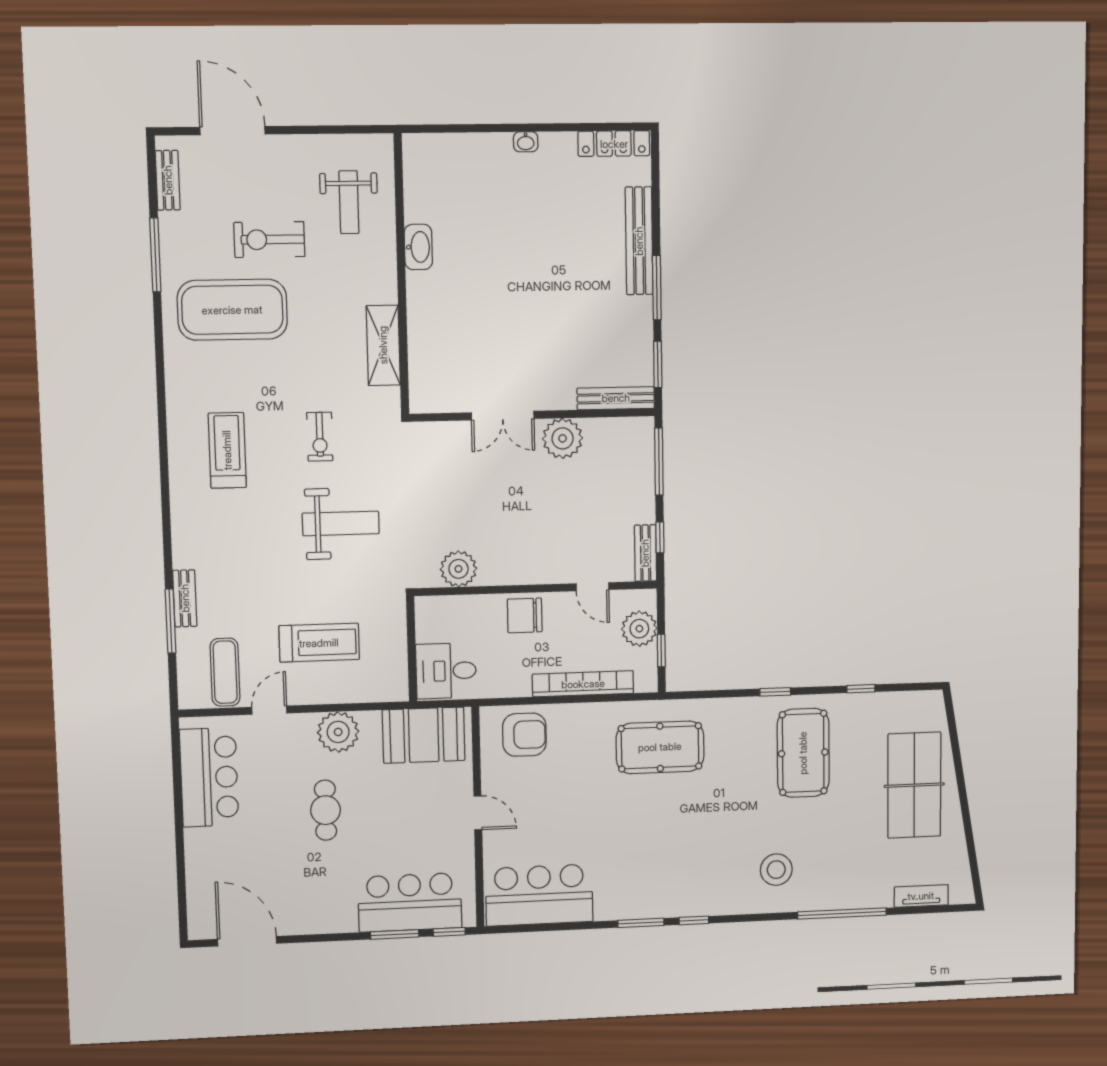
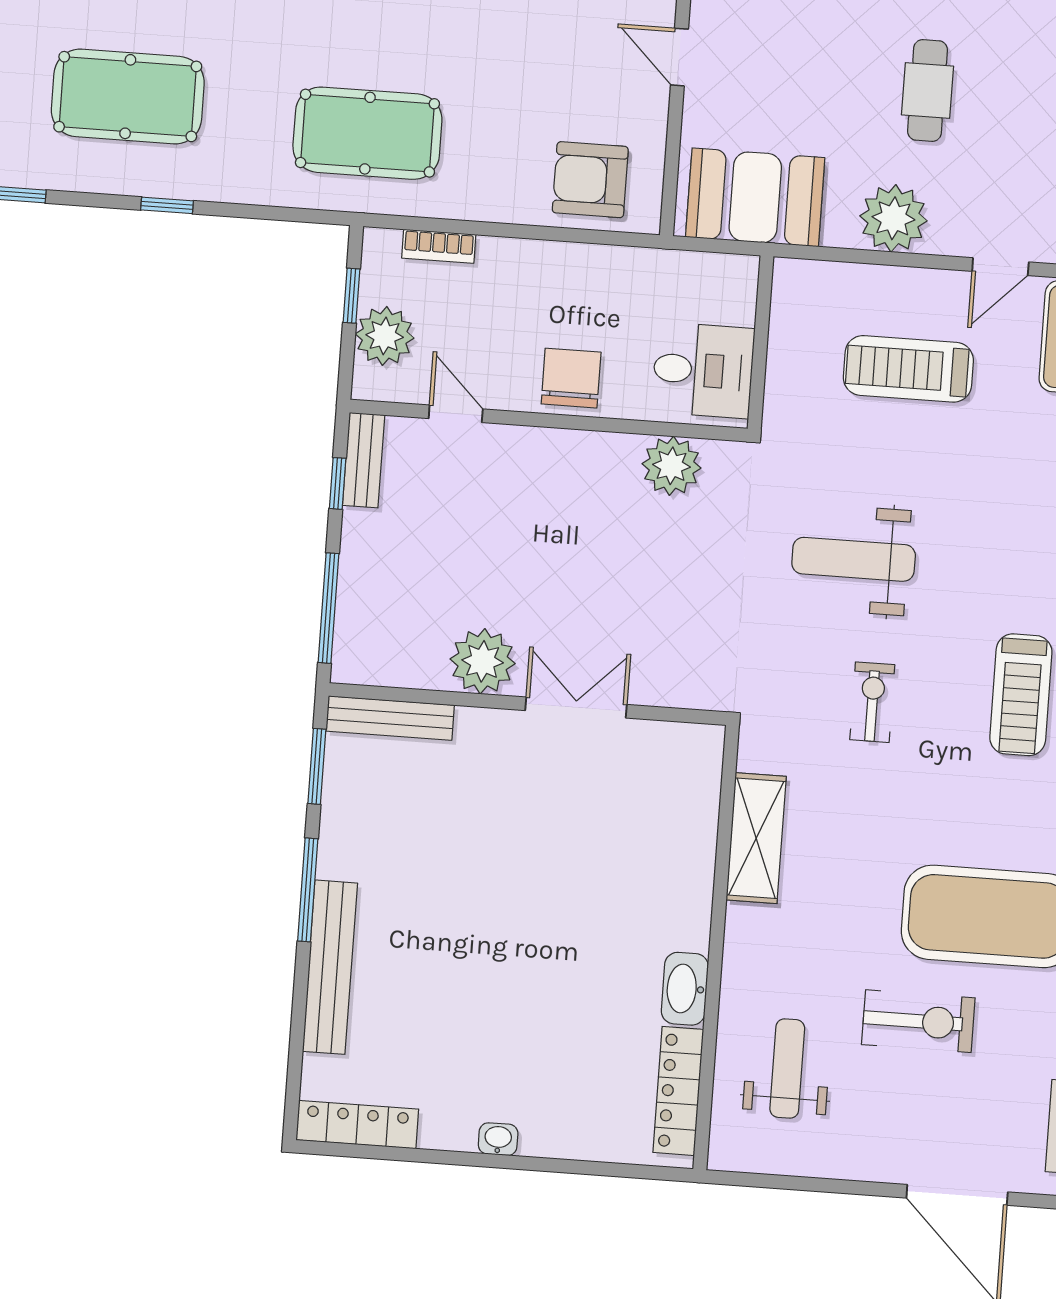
locker: (416, 182) -> (678, 1091), added
chair: (525, 615) -> (571, 378), turned -90
desk: (446, 671) -> (703, 370), moved
bookcase: (583, 684) -> (439, 246), width x0.43, depth x0.76
pool table: (803, 753) -> (128, 97), turned 90

